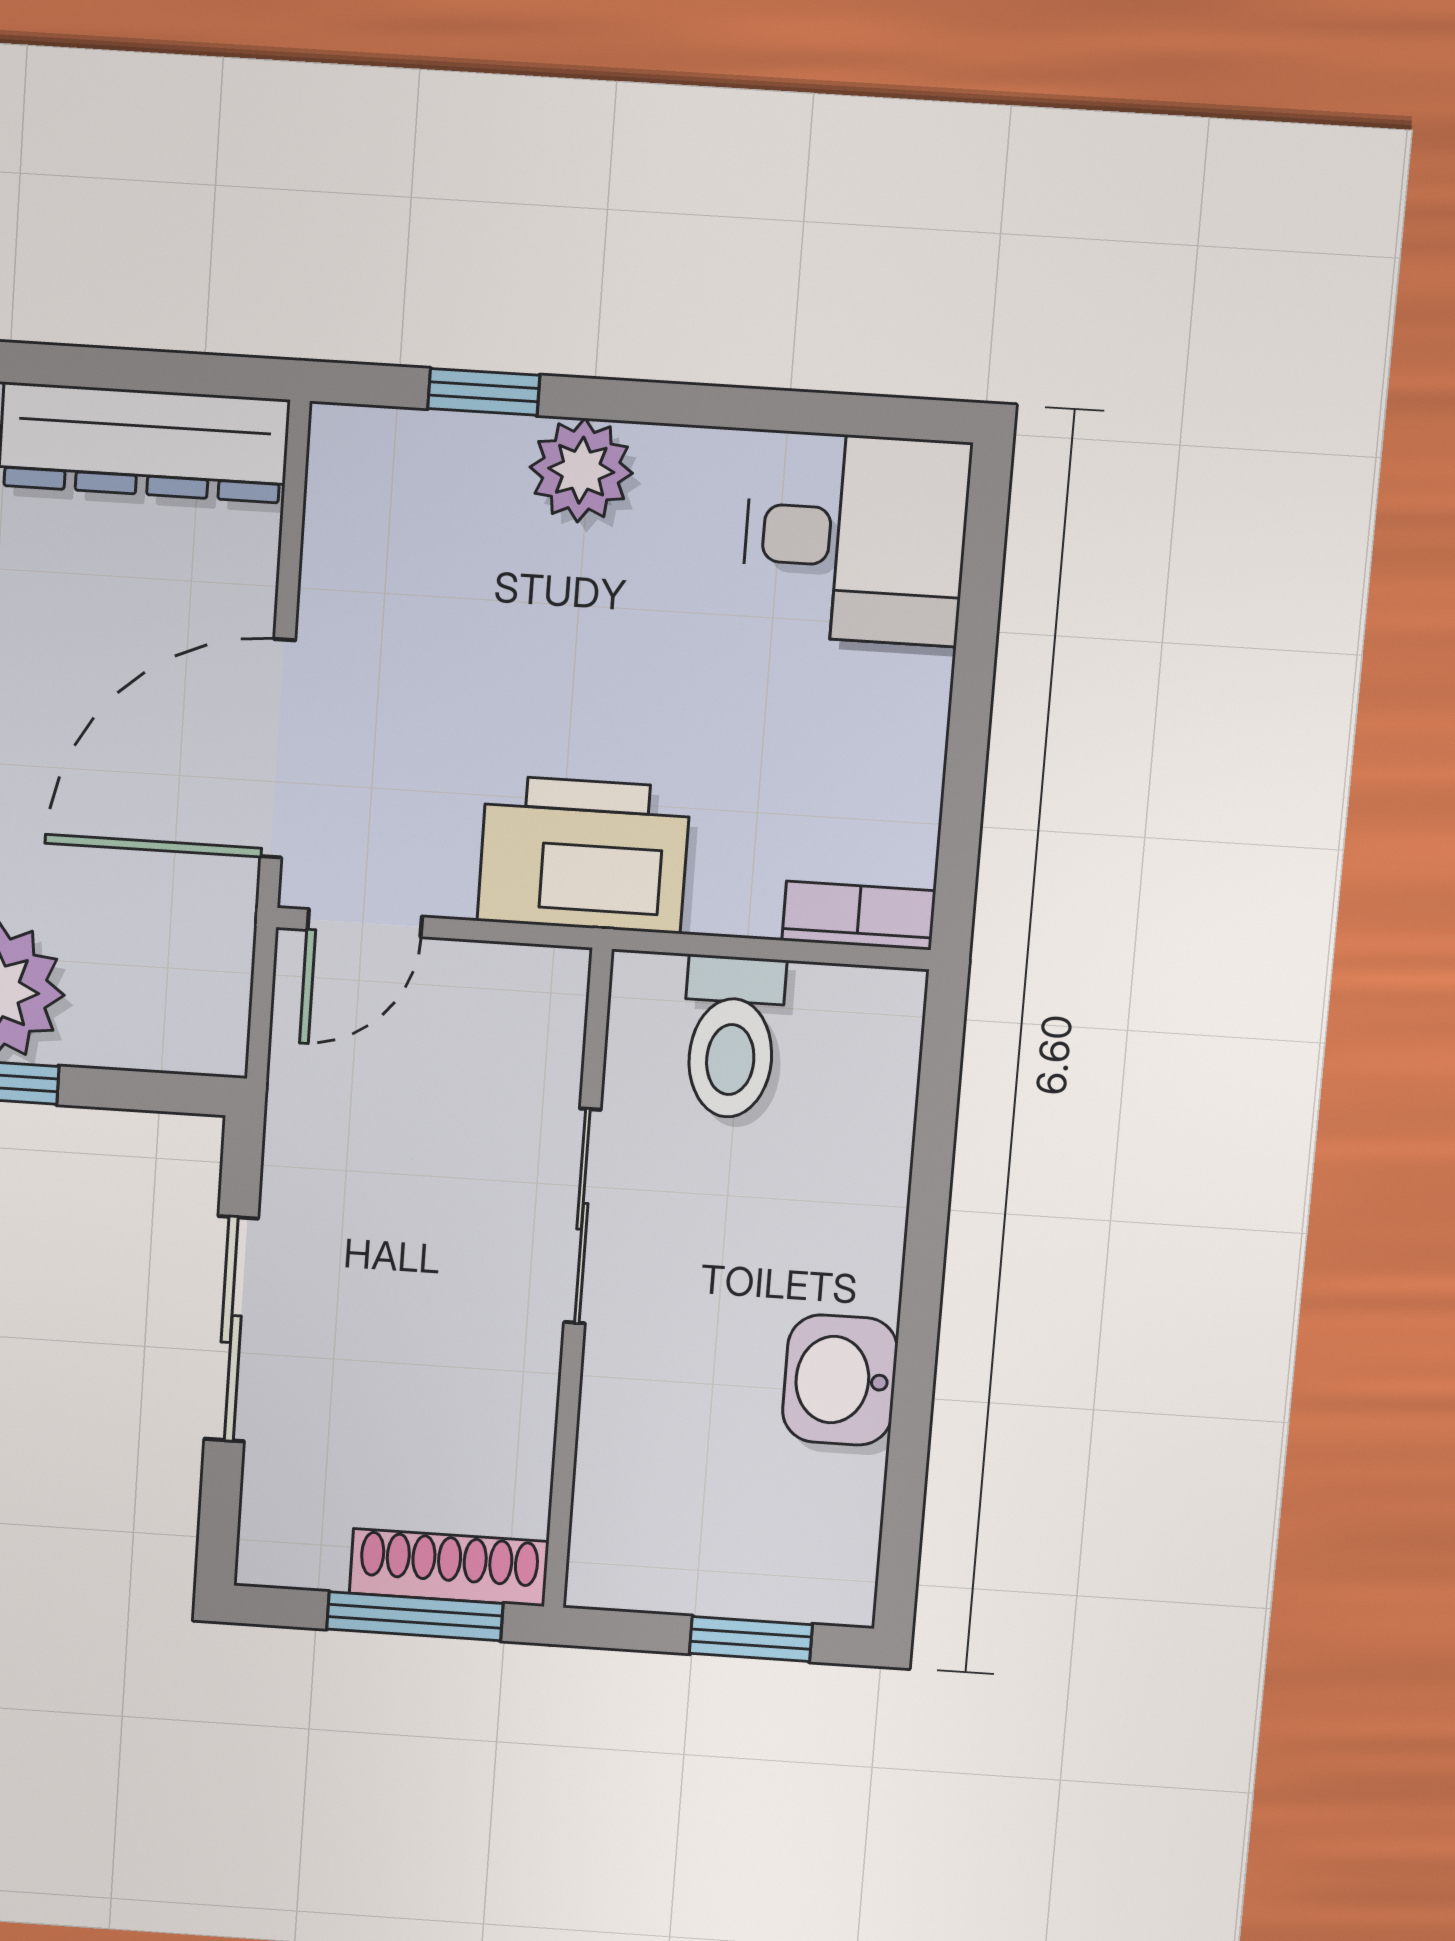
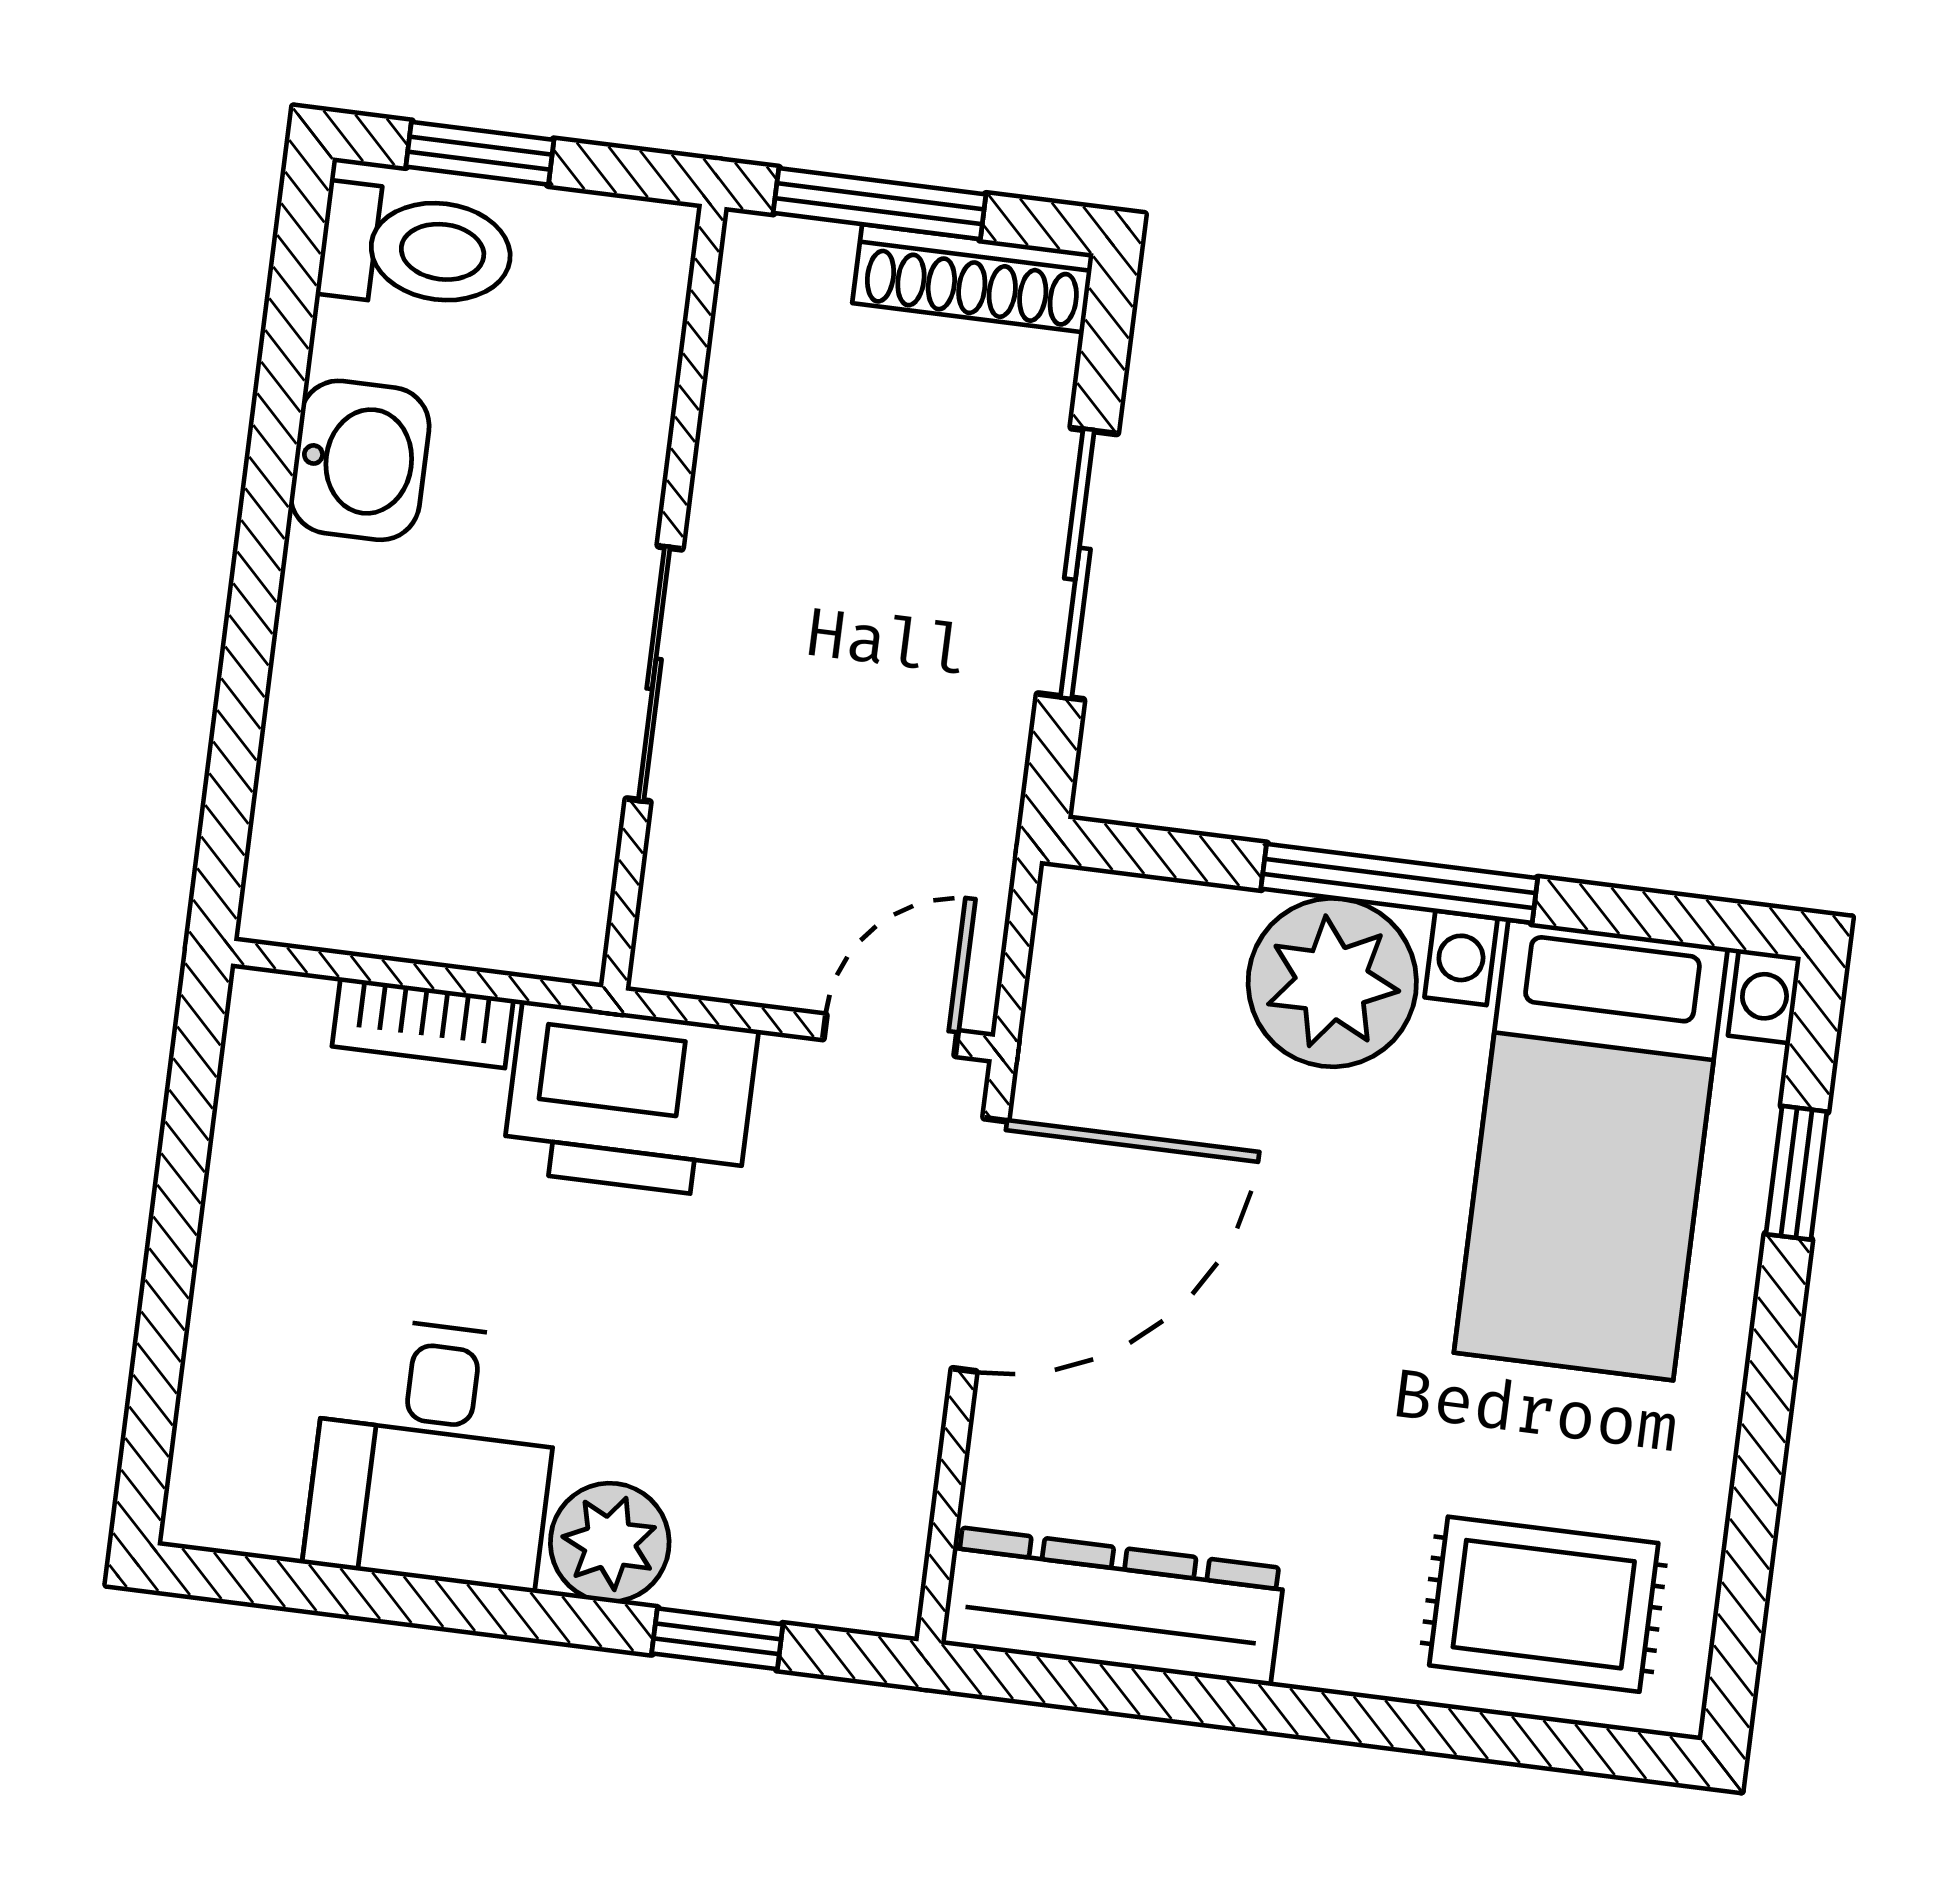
desk: (856, 538) -> (434, 1453), moved, turned -90
bookcase: (859, 916) -> (423, 1023), moved
toilet: (732, 1037) -> (416, 249), moved, turned 90
shoe rack: (449, 1567) -> (973, 278), moved

